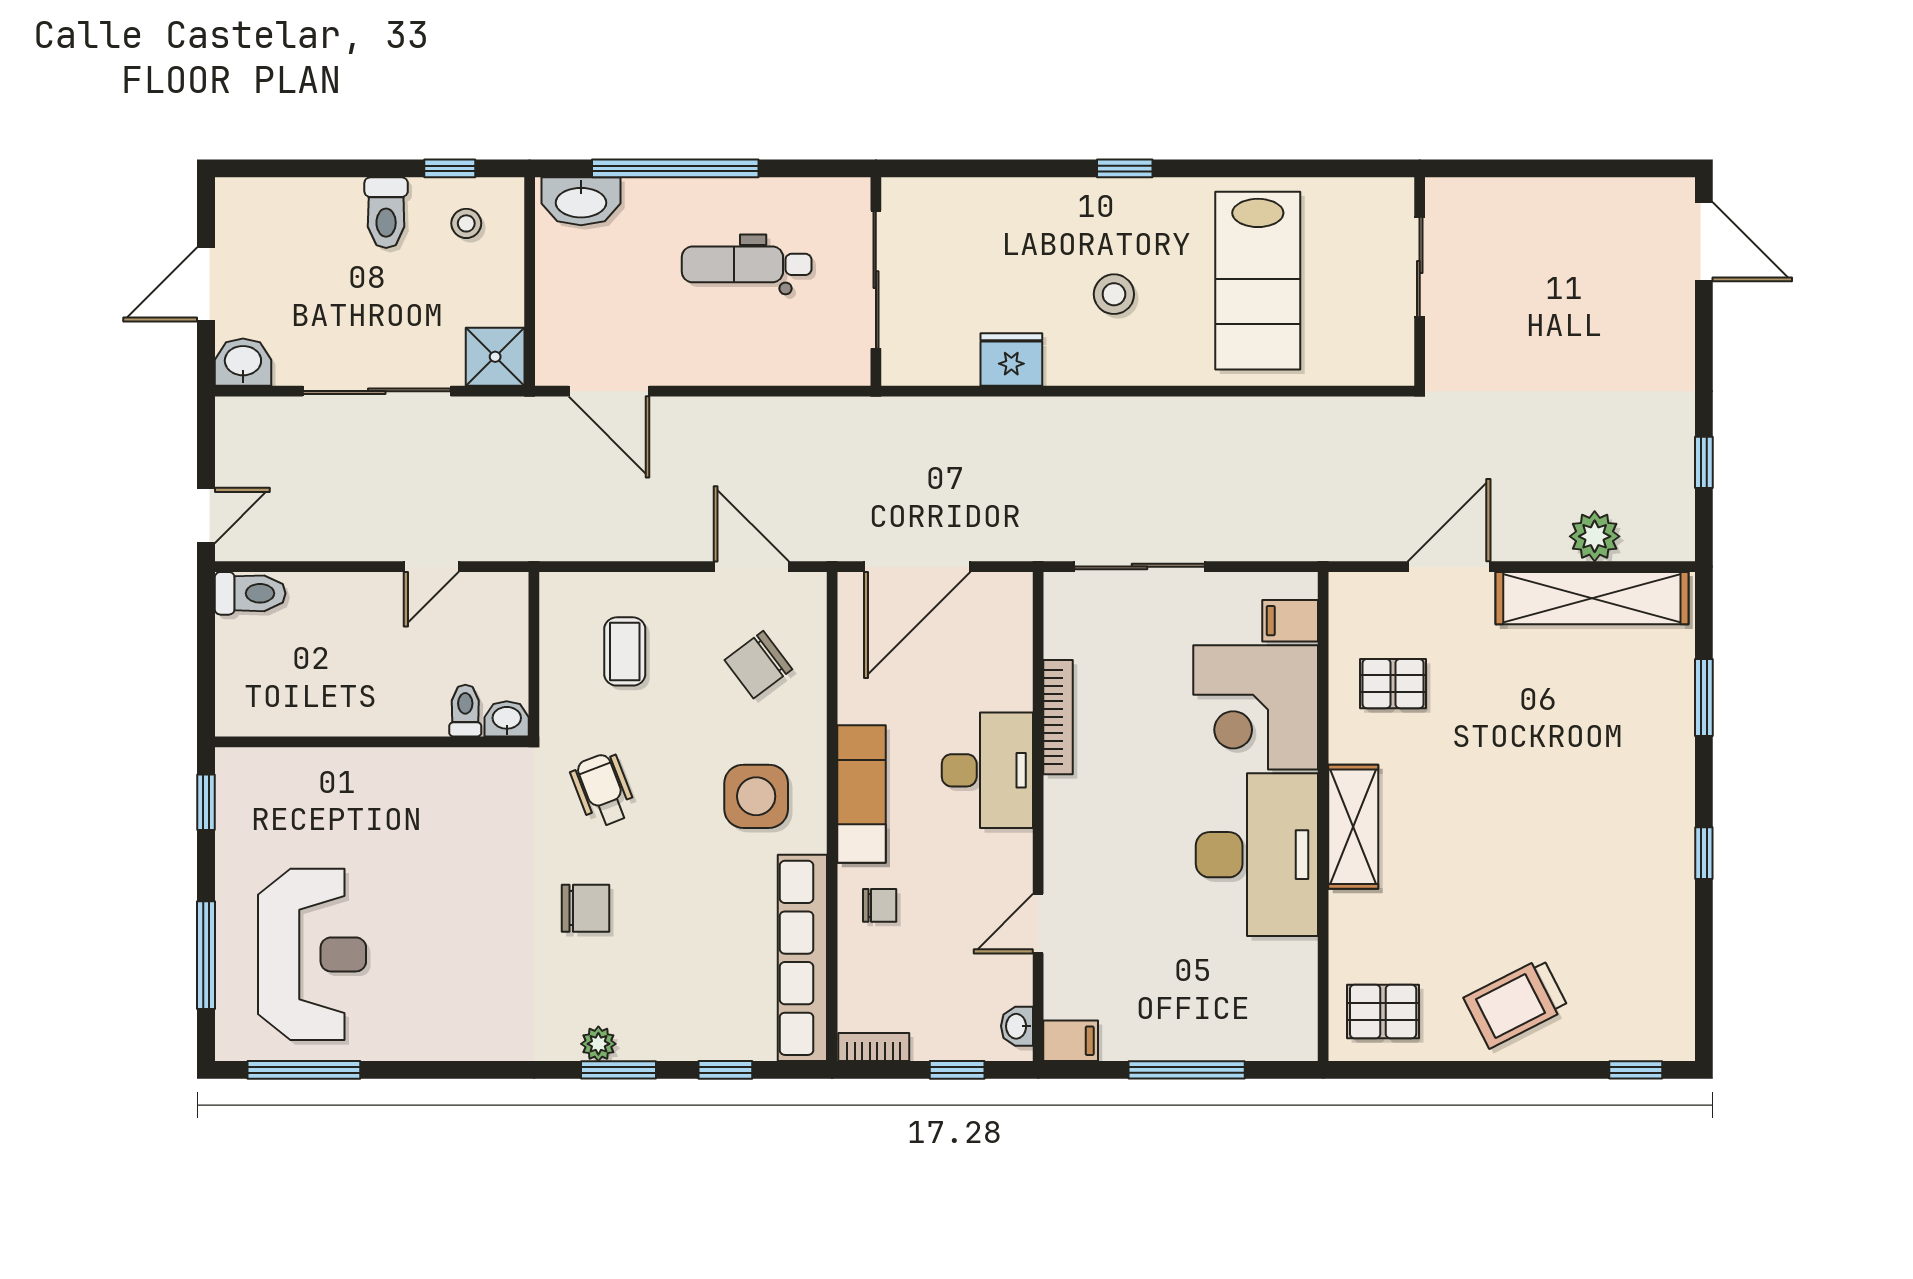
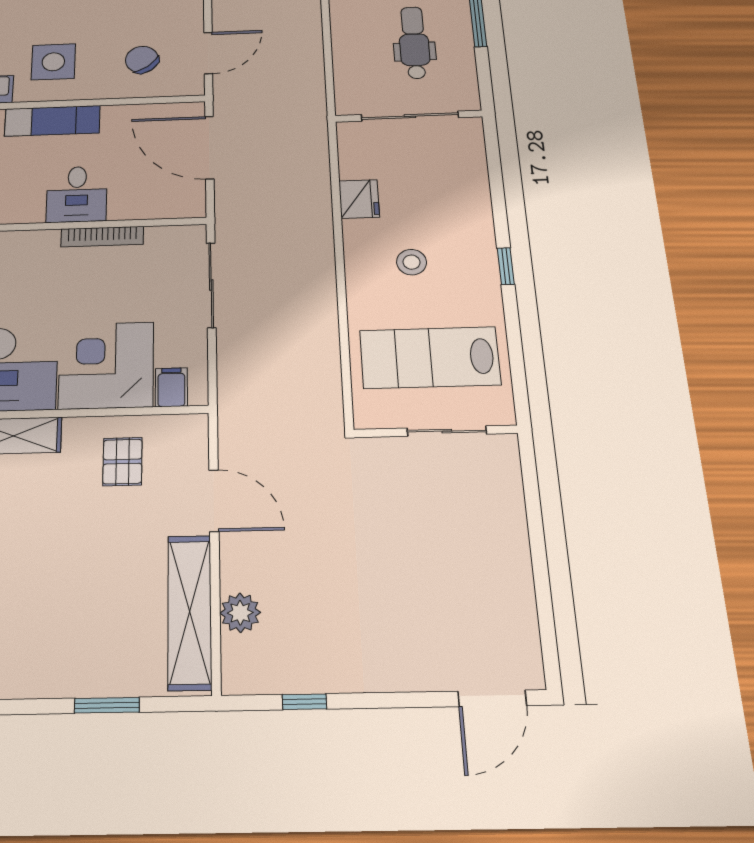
sliding door: (1420, 267) -> (447, 431), moved
wall: (1420, 282) -> (435, 431), moved
desk: (987, 770) -> (77, 194), width x0.73

